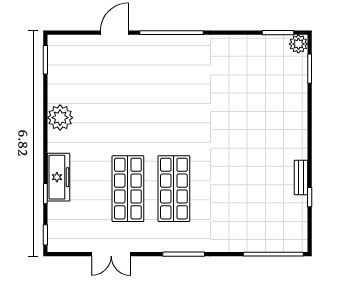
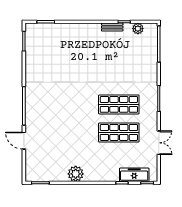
plant: (298, 44) -> (138, 29), moved
freezer: (58, 177) -> (134, 175), moved

